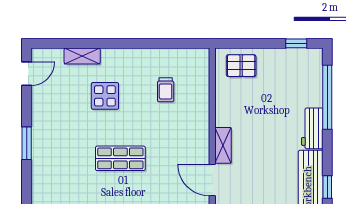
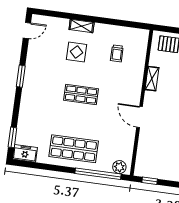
shelving: (82, 56) -> (82, 26), moved
shelving: (223, 145) -> (152, 79), moved

